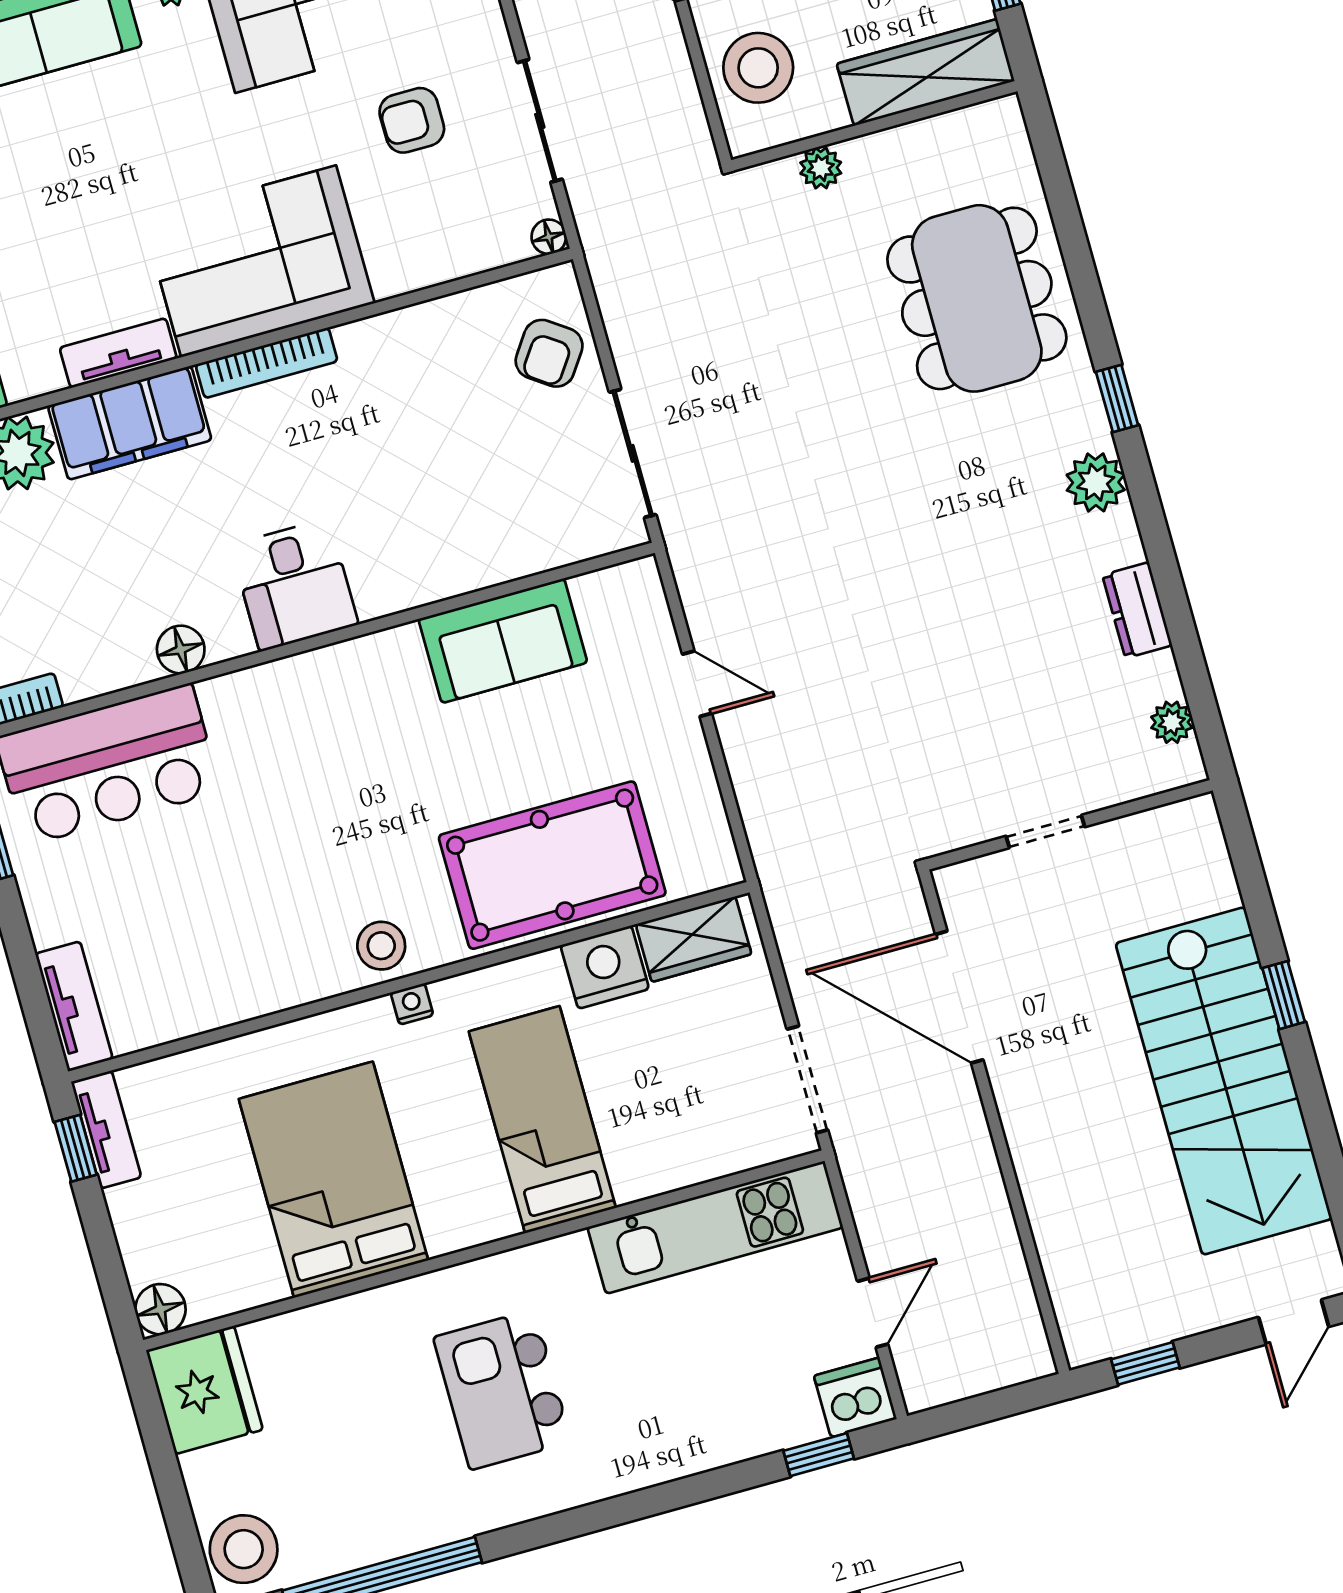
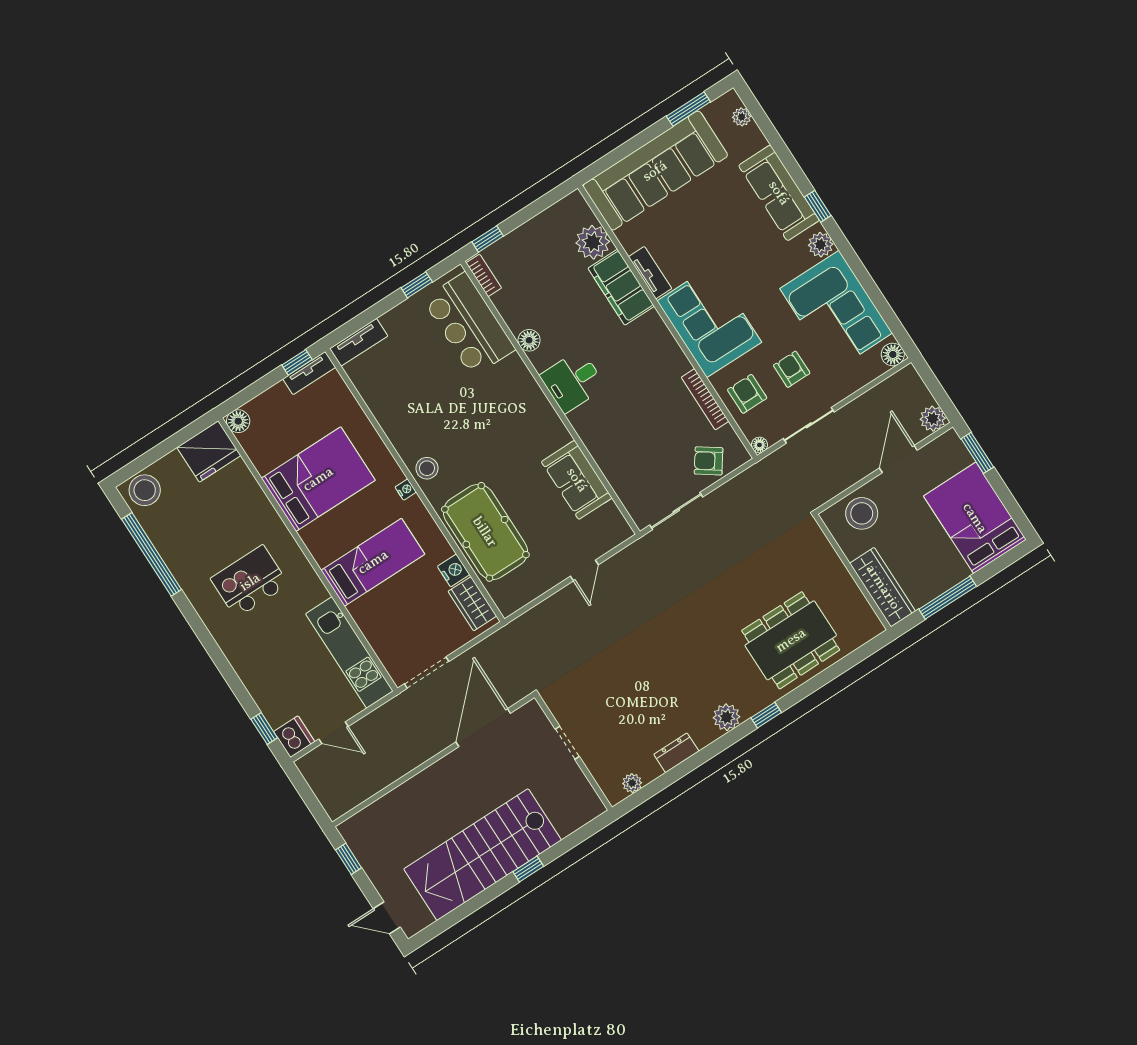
plant: (821, 168) -> (827, 554), removed
armchair: (434, 229) -> (747, 394), added
bookcase: (267, 363) -> (705, 399), moved
nightstand: (605, 967) -> (454, 570), width x0.74, depth x0.75

